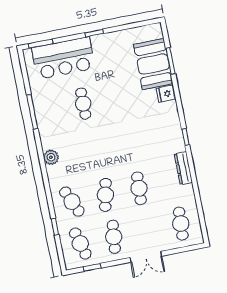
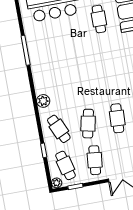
cafe table: (83, 104) -> (99, 19), moved
plant: (51, 157) -> (43, 101), moved
plant: (70, 264) -> (57, 183), added

